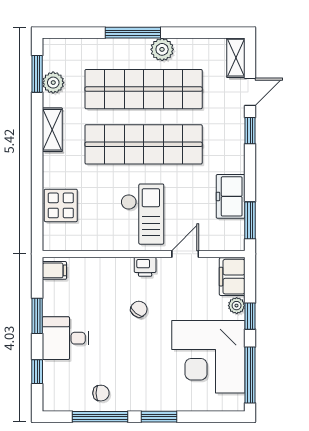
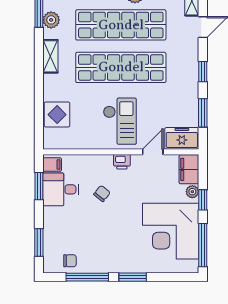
window: (250, 131) -> (203, 72), moved
freezer: (231, 196) -> (182, 138), moved, turned 90
window: (250, 220) -> (203, 113), moved
chair: (139, 309) -> (102, 193), moved
window: (37, 316) -> (39, 186), moved
desk: (66, 338) -> (61, 189), moved
window: (37, 372) -> (39, 242), width x1.50
chair: (101, 393) -> (70, 261), moved

